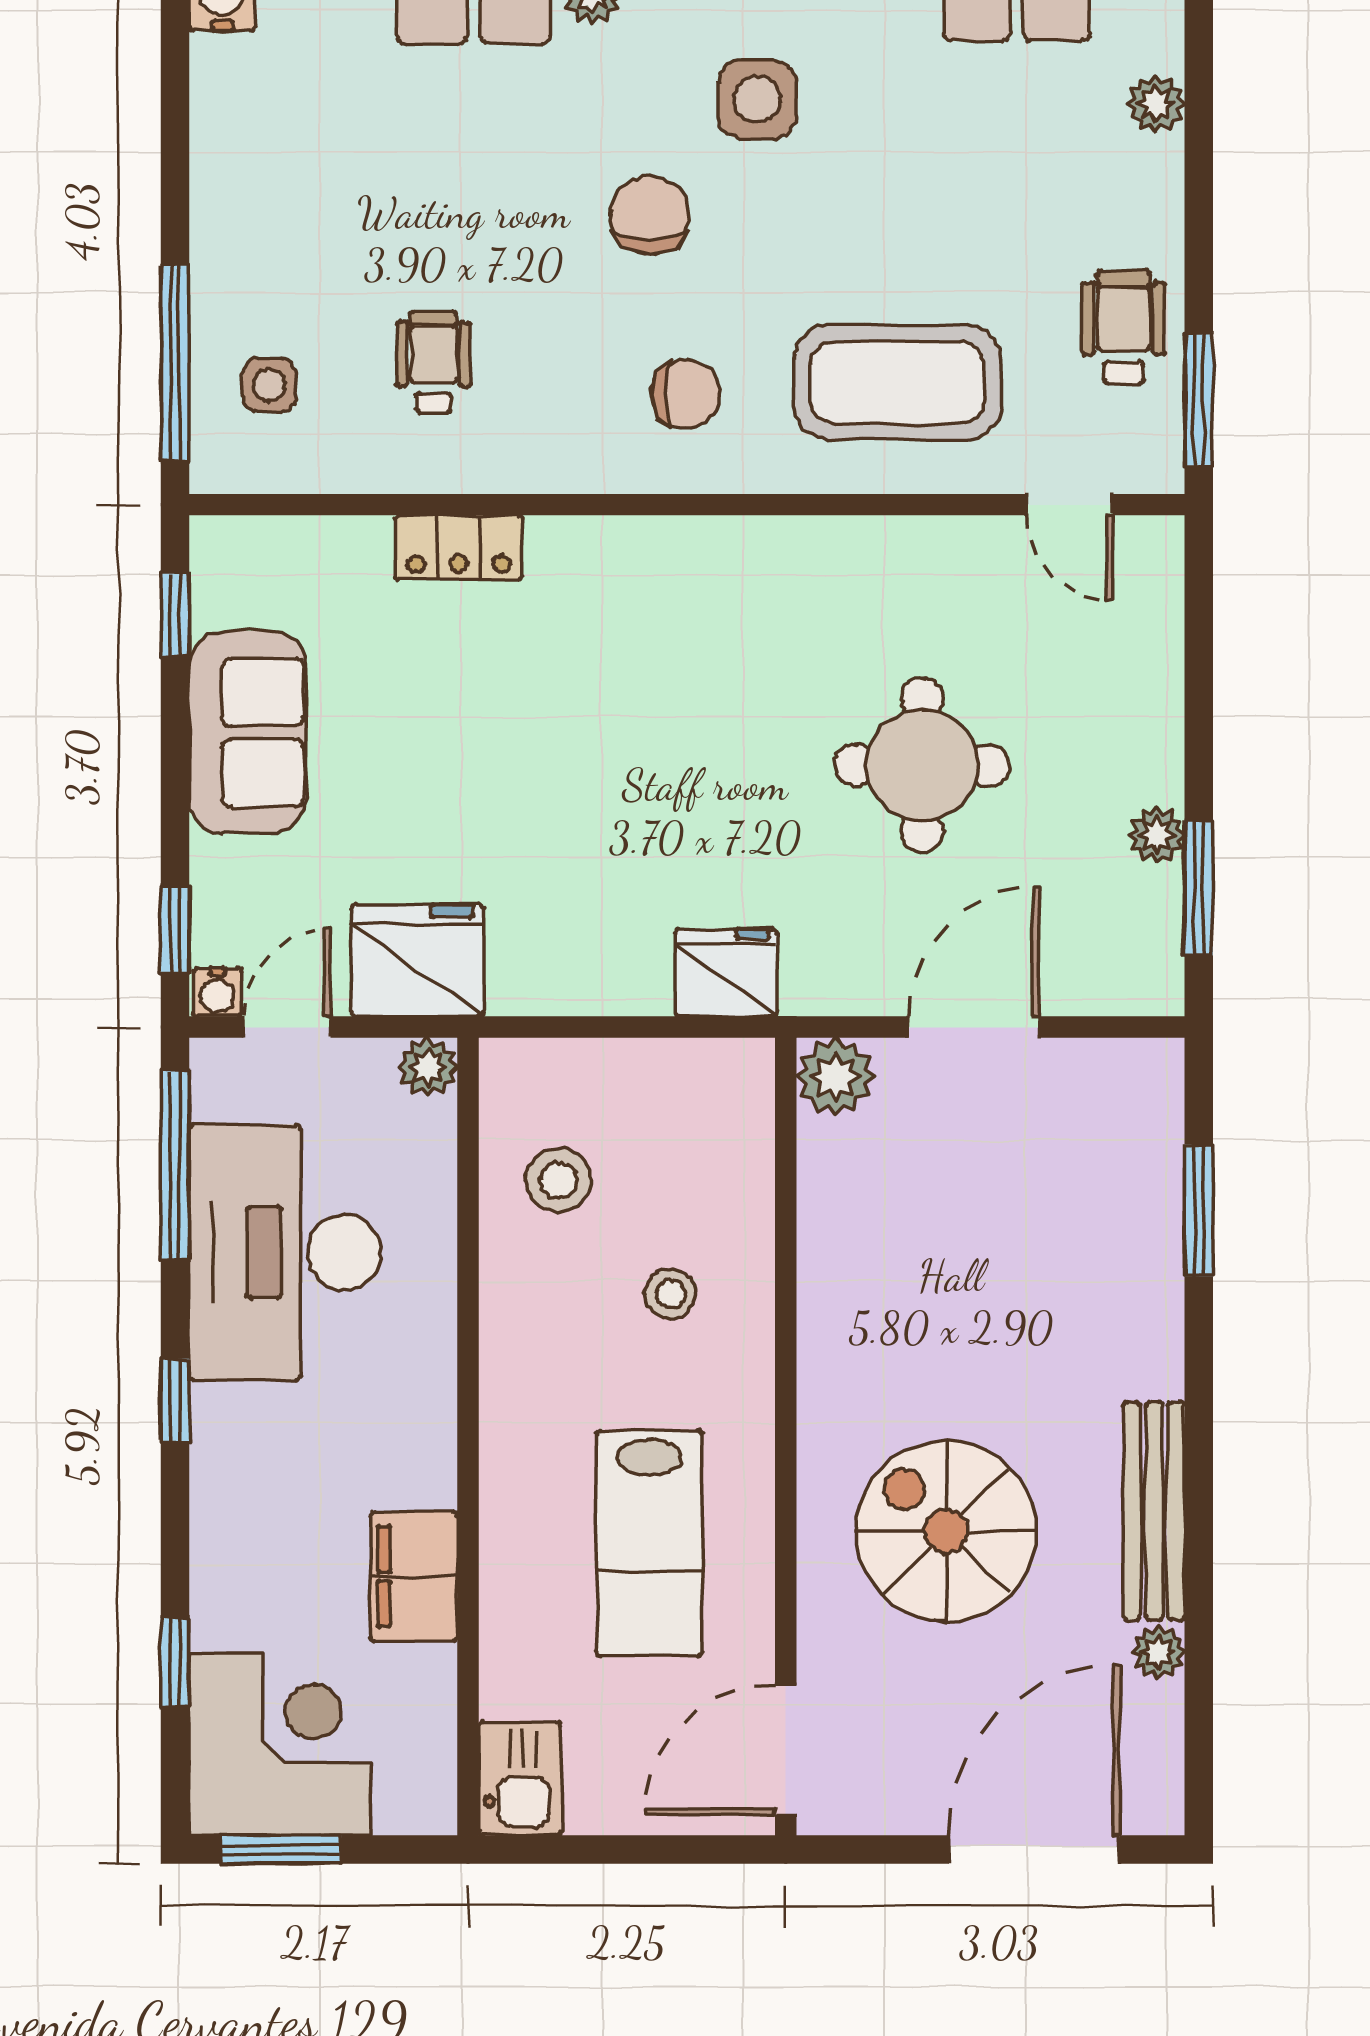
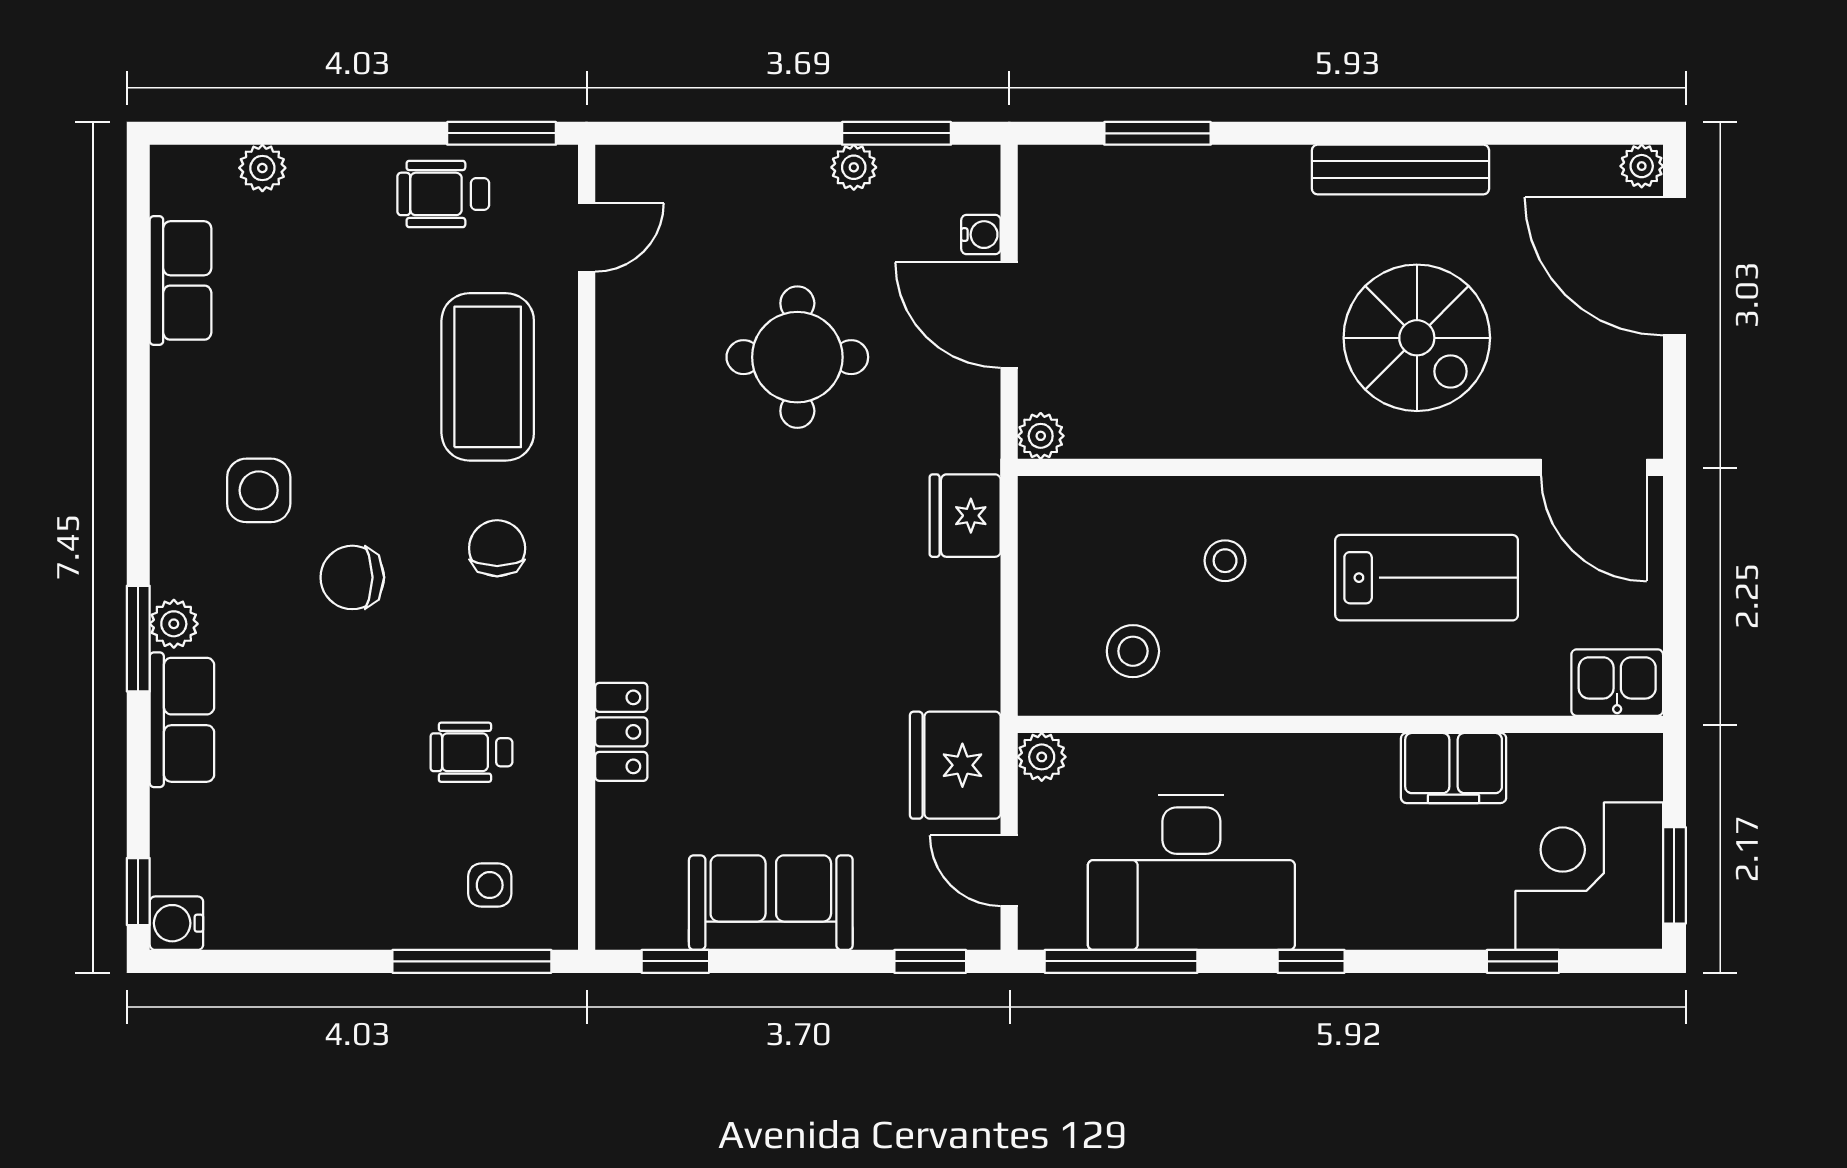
water cooler: (218, 992) -> (981, 235), moved
plant: (835, 1077) -> (1041, 436), width x0.73, depth x0.73
spiral stairs: (946, 1531) -> (1417, 338), turned -90
plant: (1158, 1652) -> (1642, 166), moved

